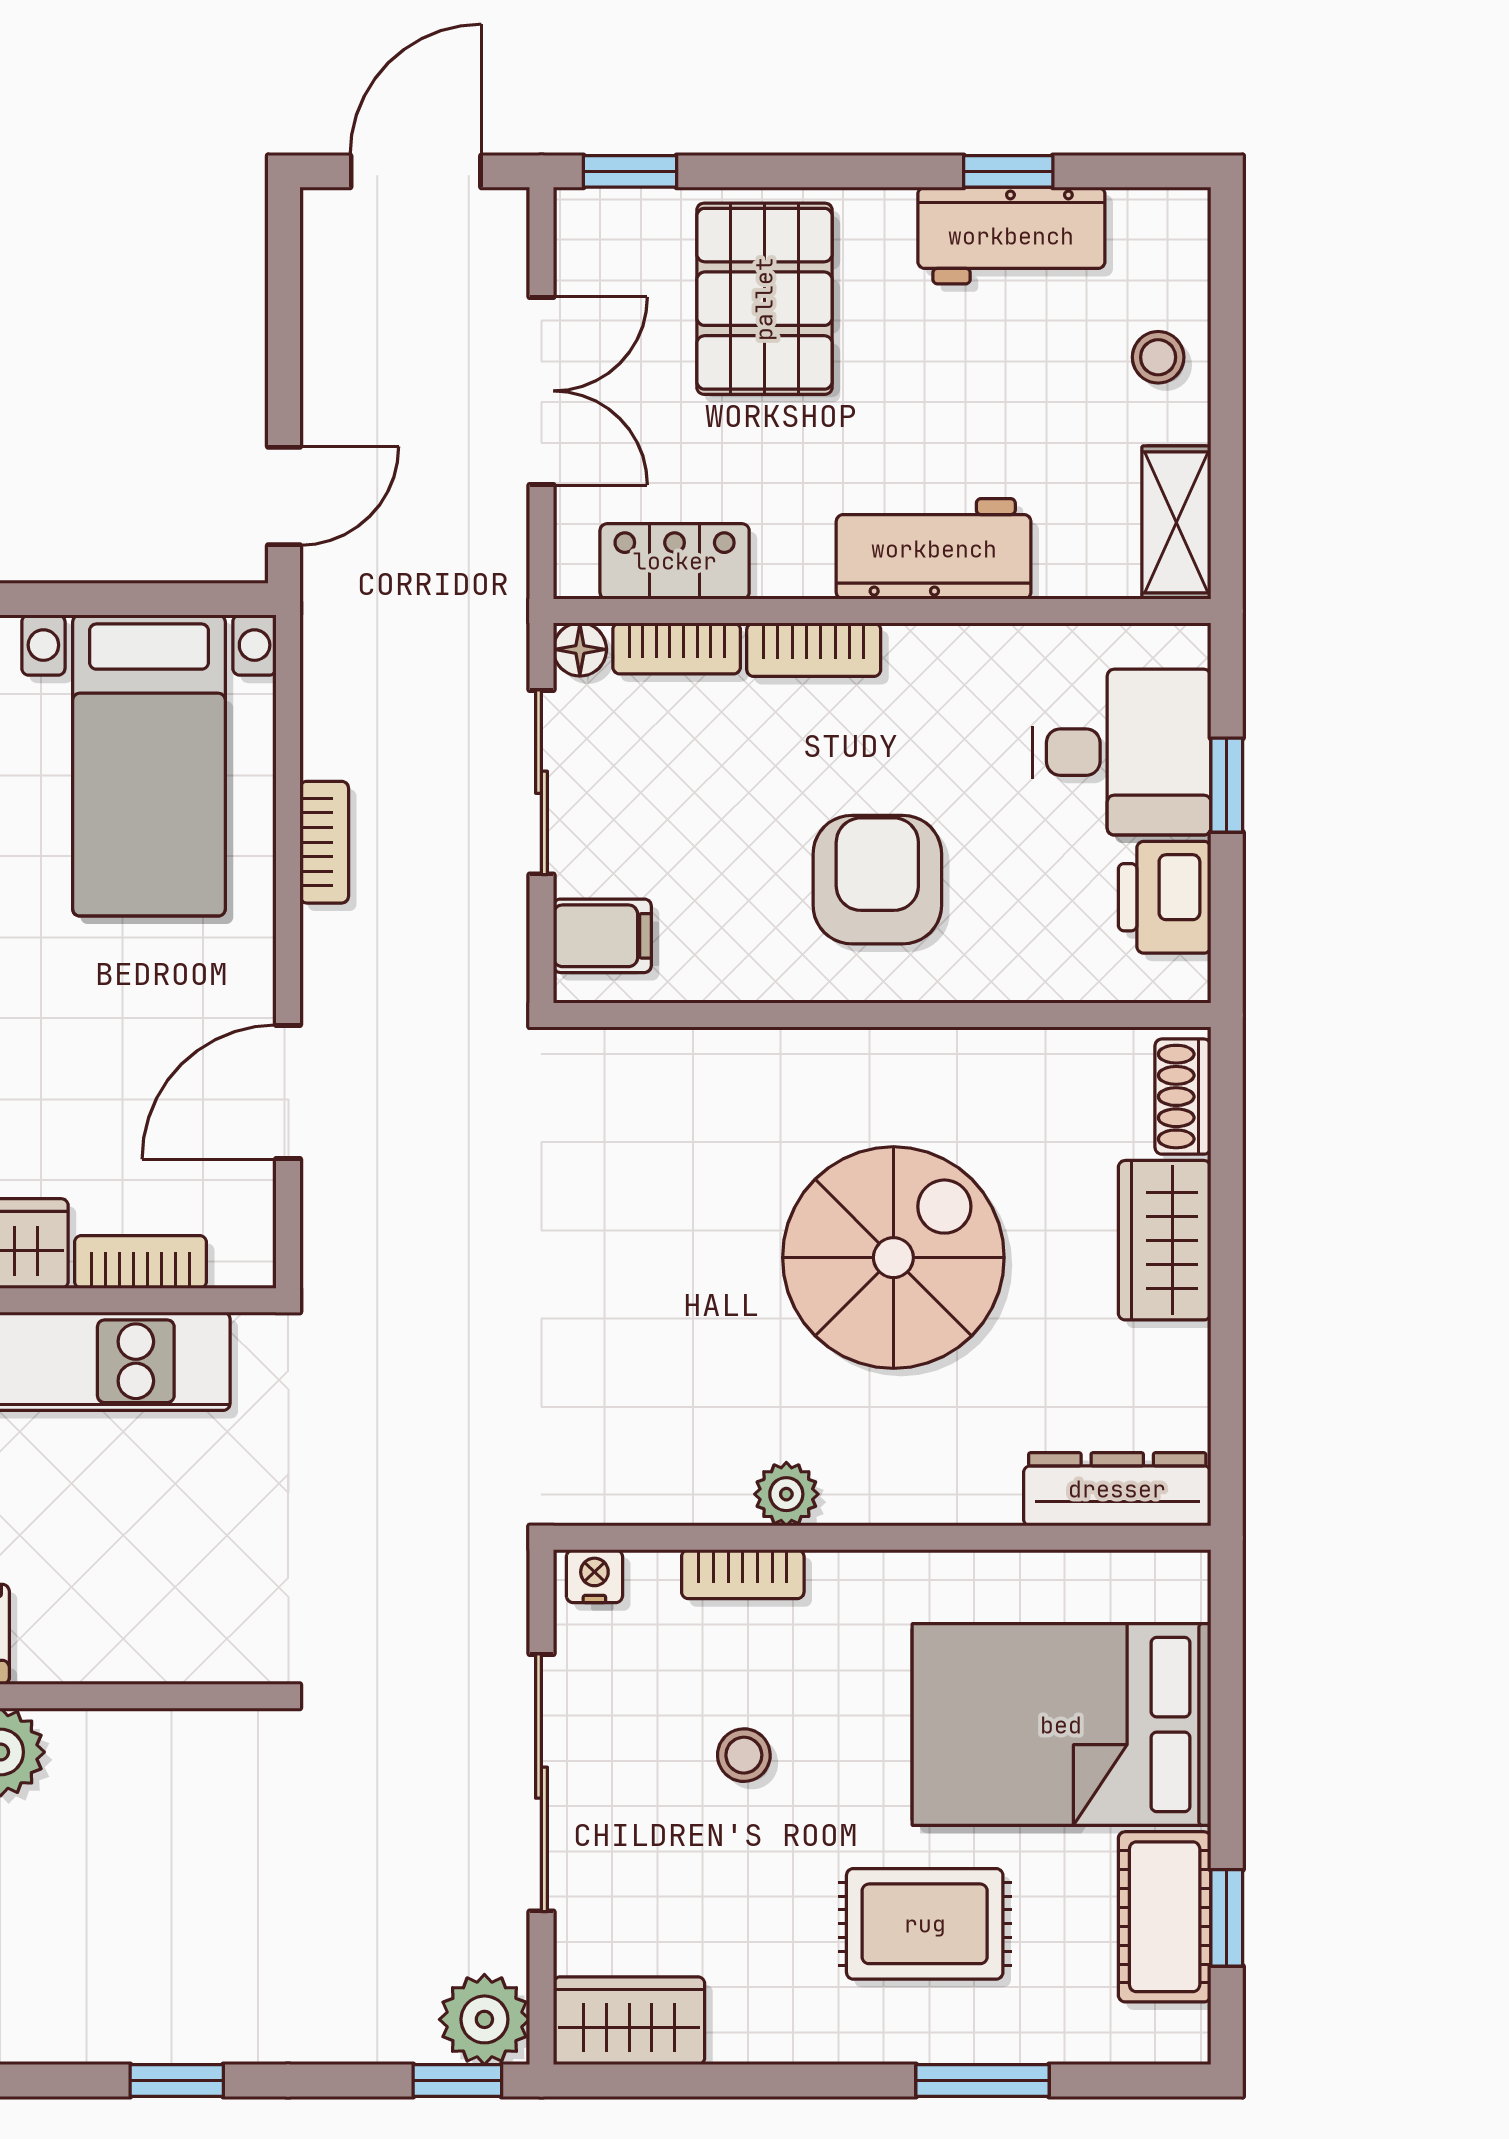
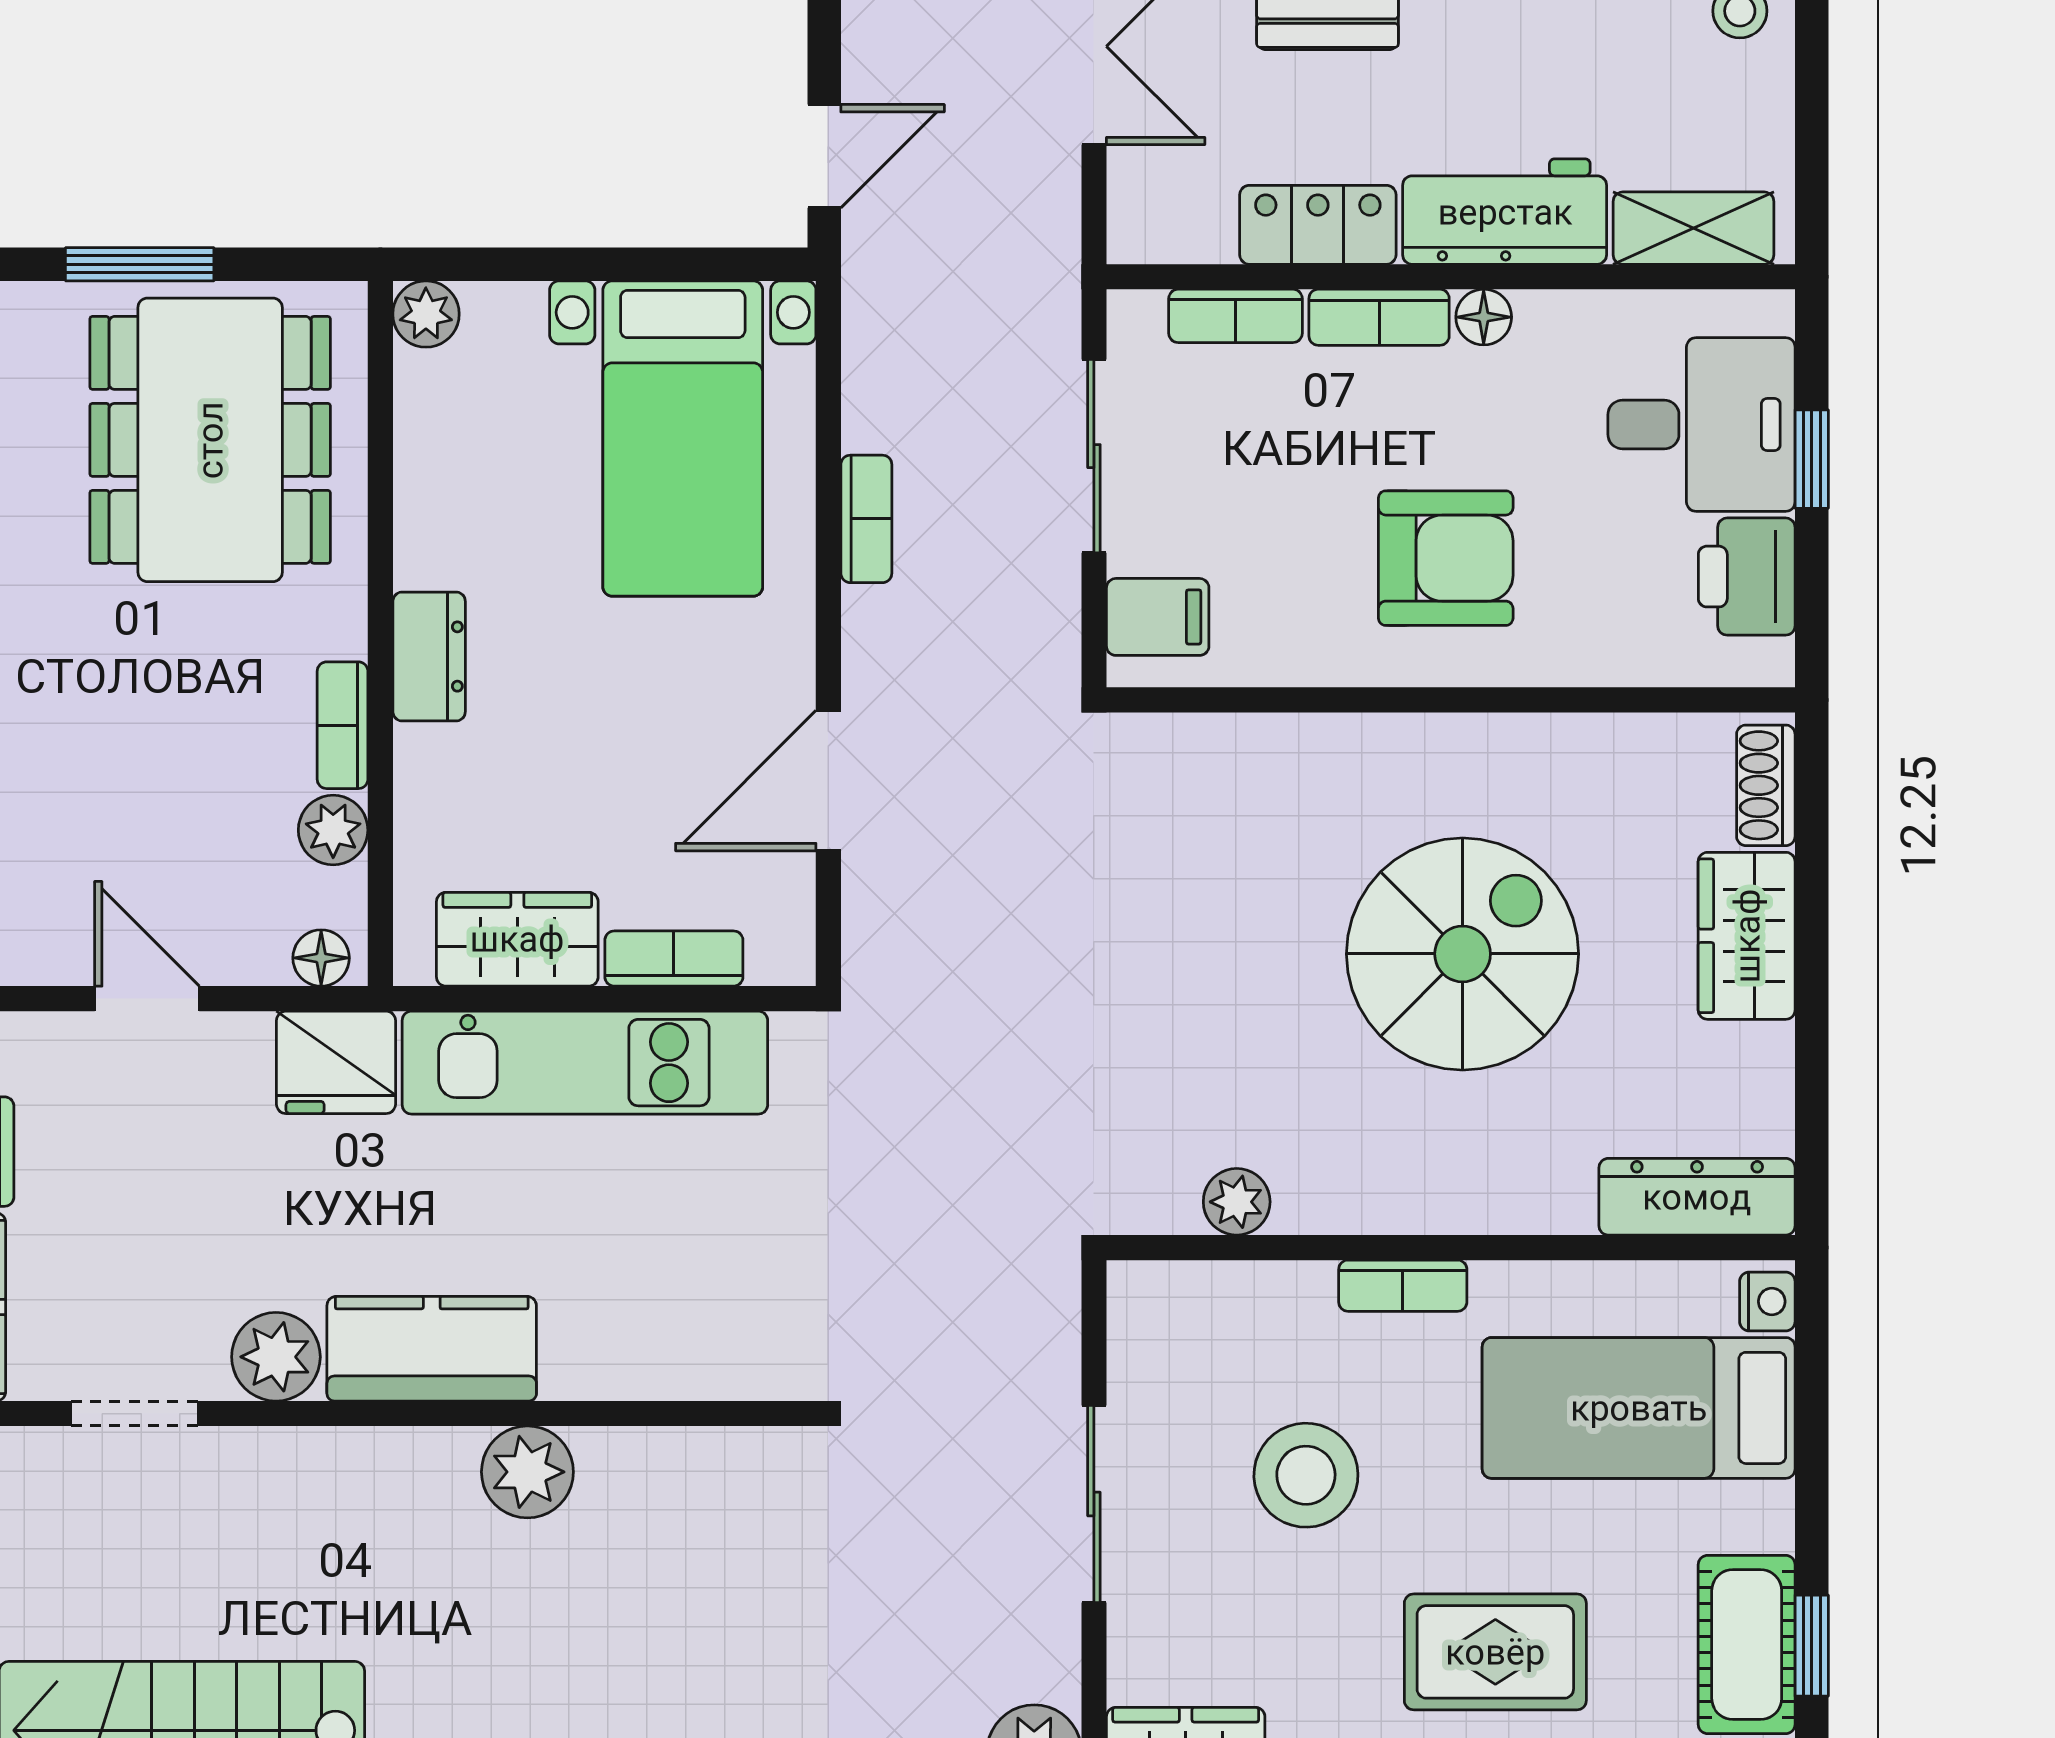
shelving: (1176, 522) -> (1693, 228), moved, turned 90
locker: (675, 561) -> (1318, 225), moved
floor lamp: (580, 649) -> (1484, 317), moved
armchair: (877, 880) -> (1446, 558), turned 90
plant: (786, 1494) -> (1237, 1202), moved
bookcase: (743, 1574) -> (1403, 1286), moved
nightstand: (594, 1576) -> (1767, 1301), moved, turned 90
bed: (1061, 1725) -> (1639, 1408), width x0.67
stool: (744, 1755) -> (1306, 1475), width x1.89, depth x1.89
sliding door: (541, 1783) -> (1094, 1504), width x0.73

